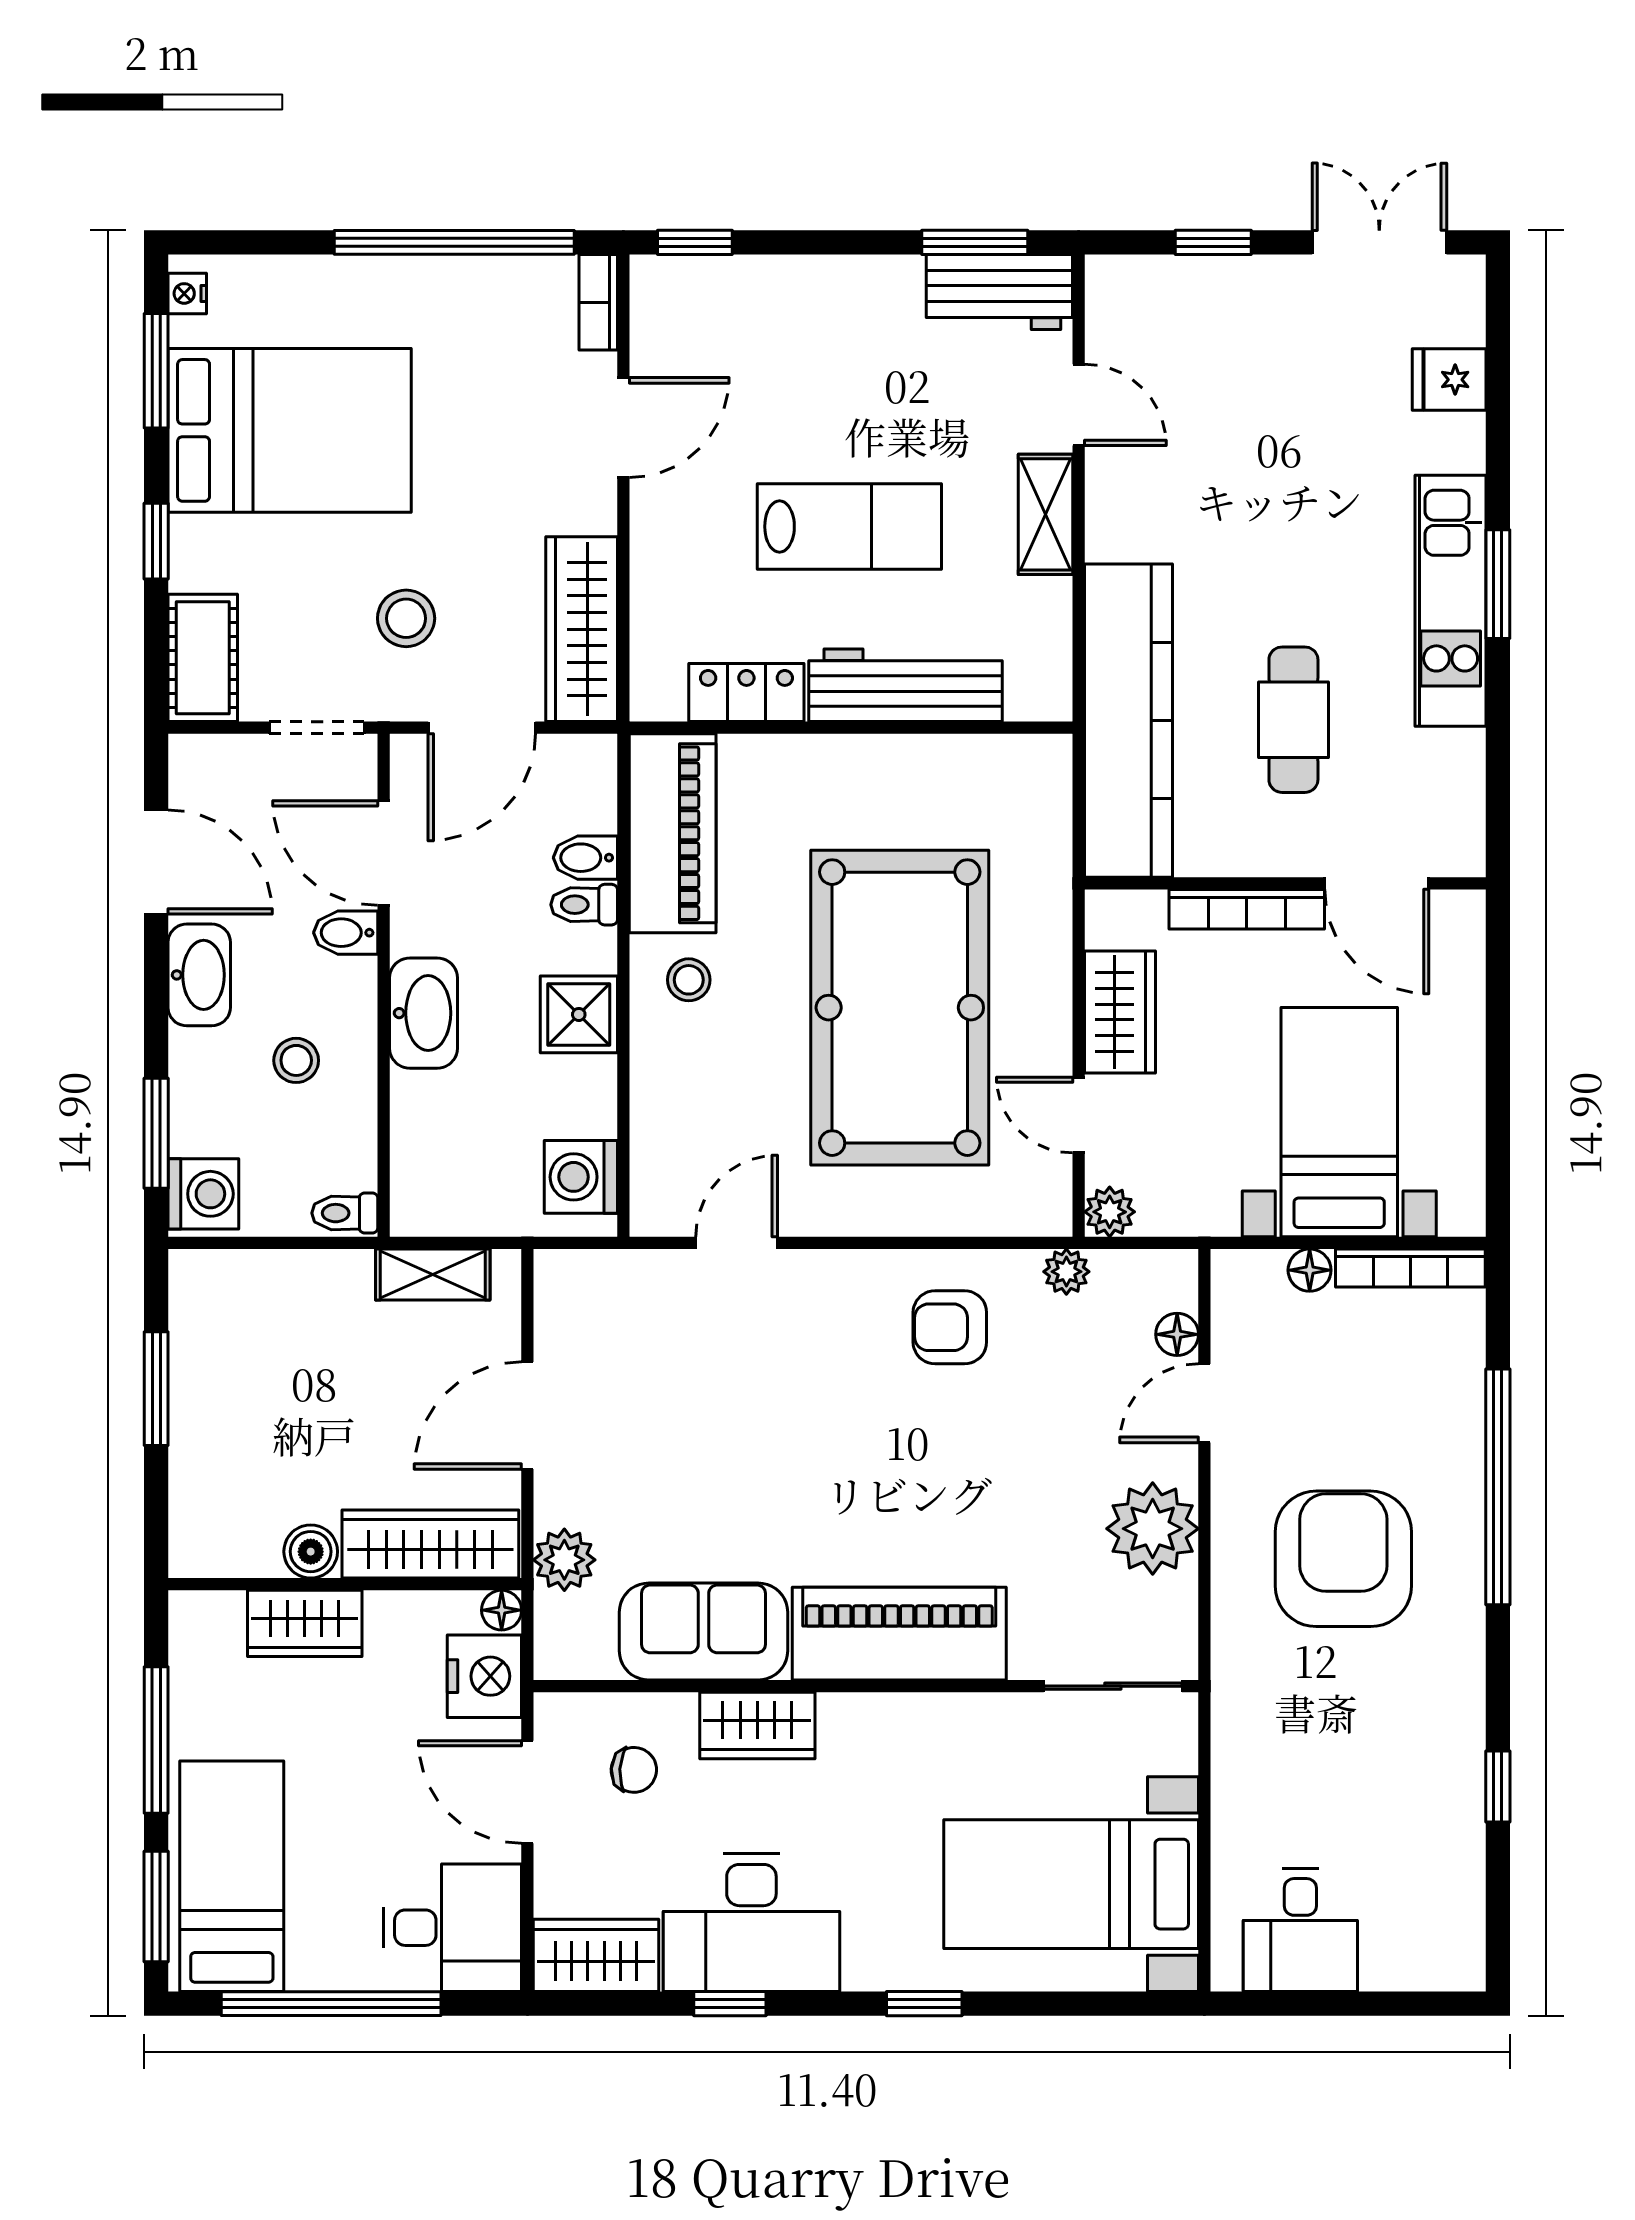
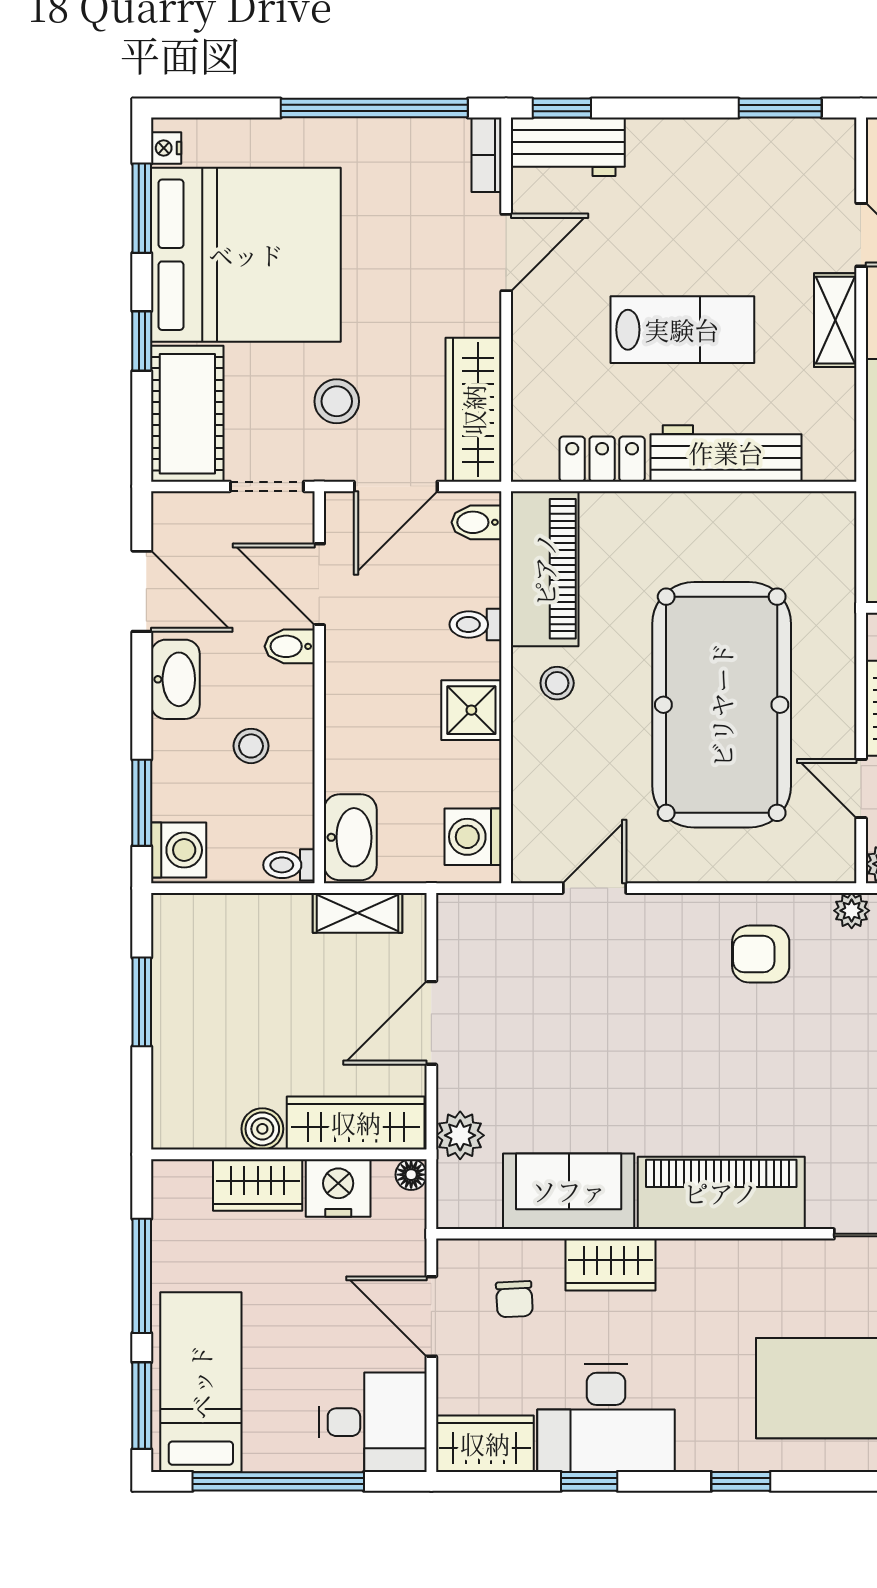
workbench: (999, 292) -> (568, 147), moved
bed: (290, 430) -> (246, 255), width x1.36
cot: (203, 658) -> (187, 414), width x1.37, depth x1.34
bidet: (585, 858) -> (476, 522), moved
washbasin: (423, 1013) -> (350, 837), moved
nightstand: (484, 1676) -> (338, 1188), moved, turned -90
chair: (634, 1770) -> (514, 1299), turned 84

